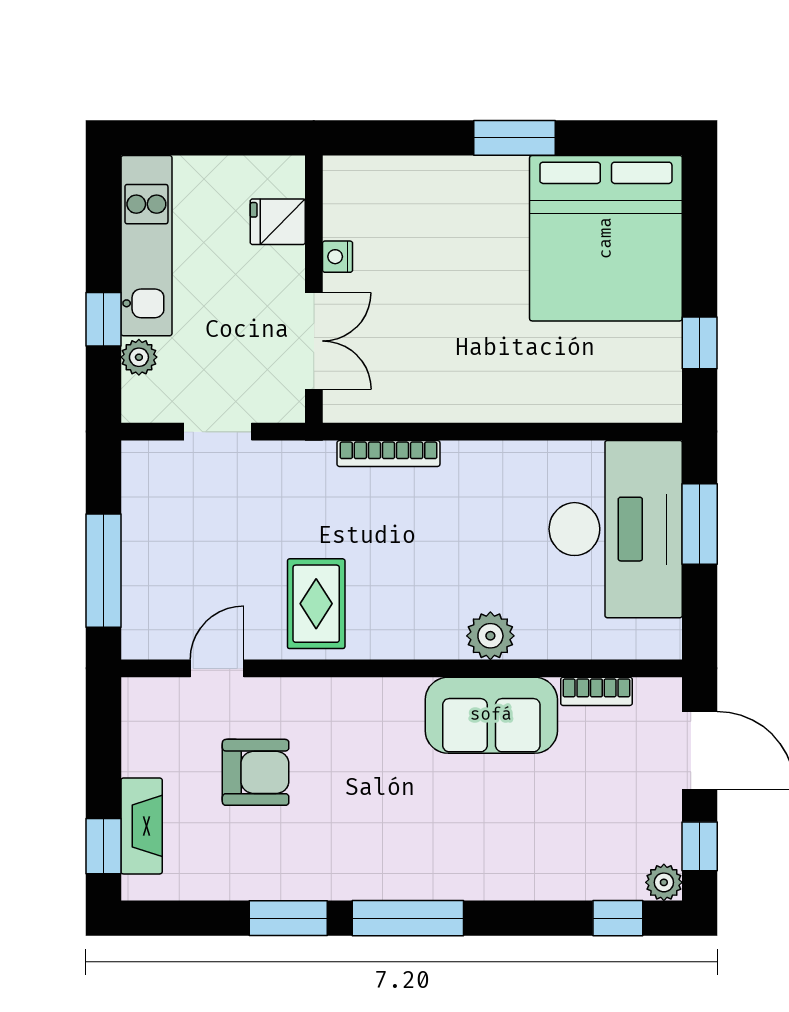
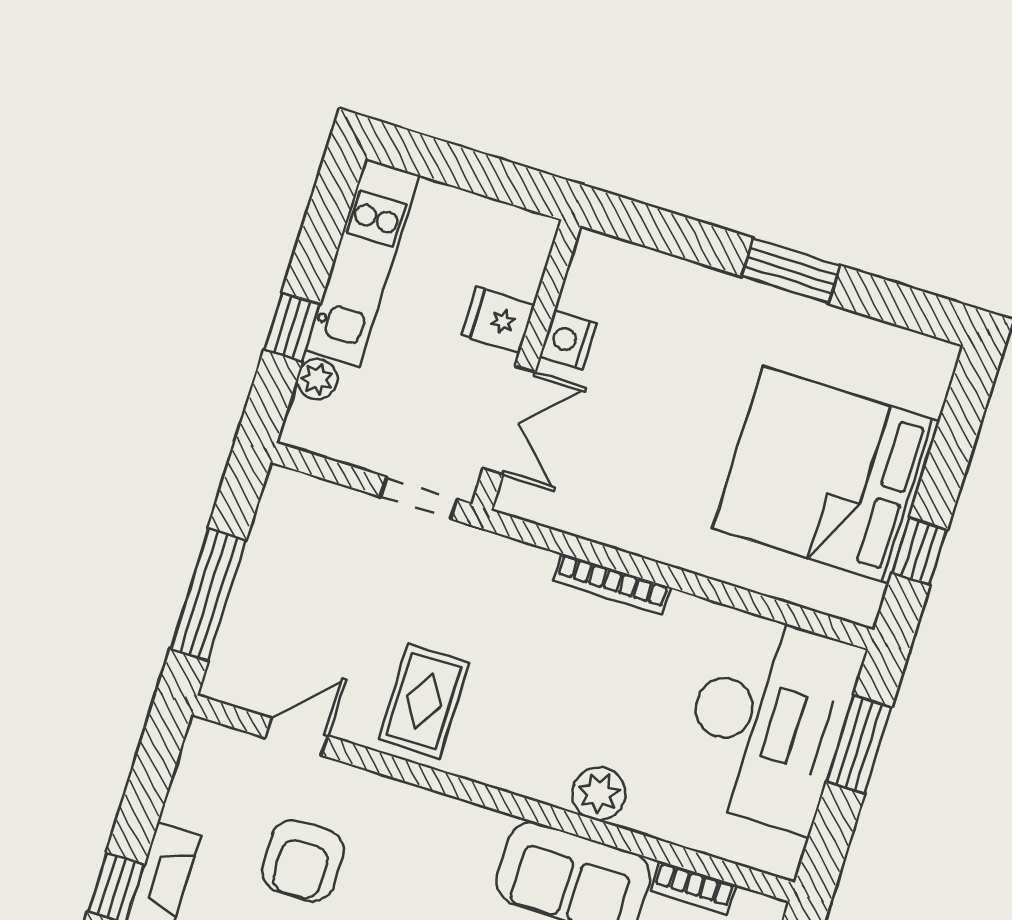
fridge: (278, 222) -> (498, 320), moved
bed: (606, 238) -> (826, 475), moved, turned 90
nightstand: (338, 257) -> (568, 340), width x1.39, depth x1.35
doorway: (218, 432) -> (418, 498), moved
bookcase: (388, 453) -> (612, 584), moved
armchair: (256, 772) -> (303, 861), turned 90

